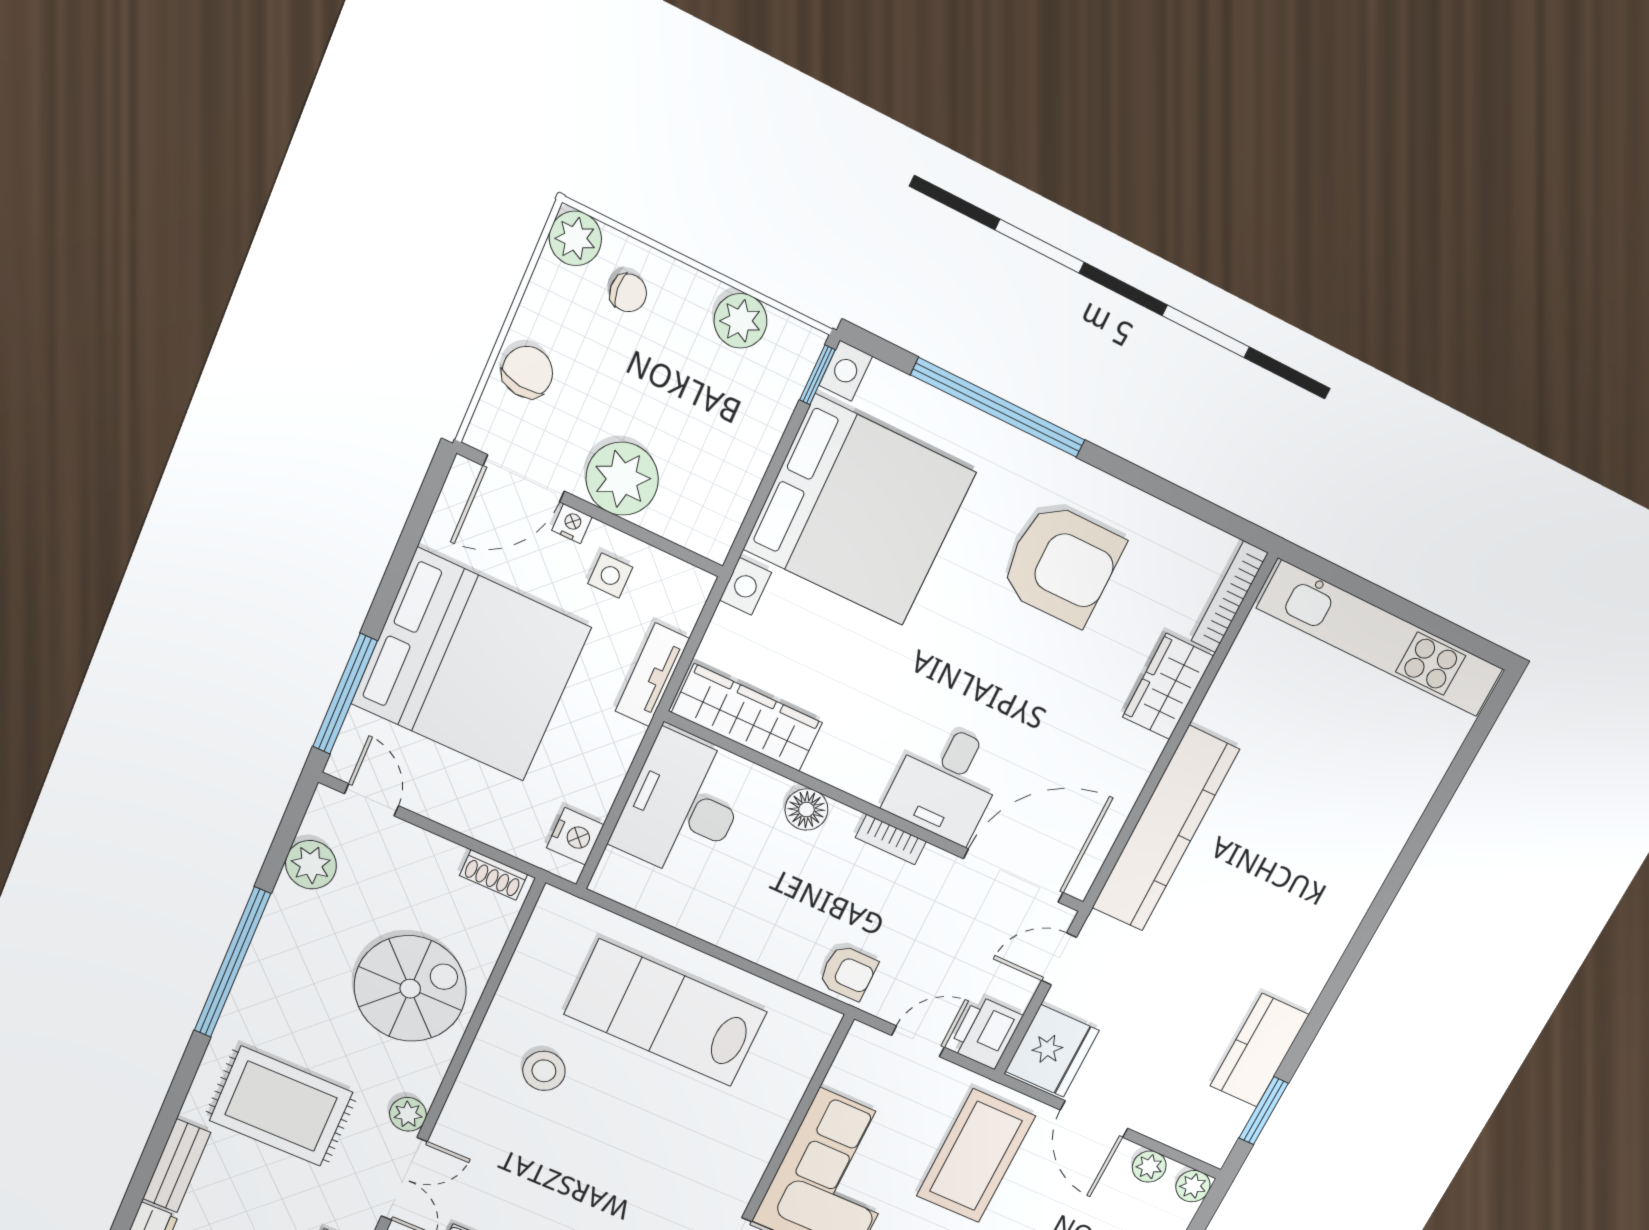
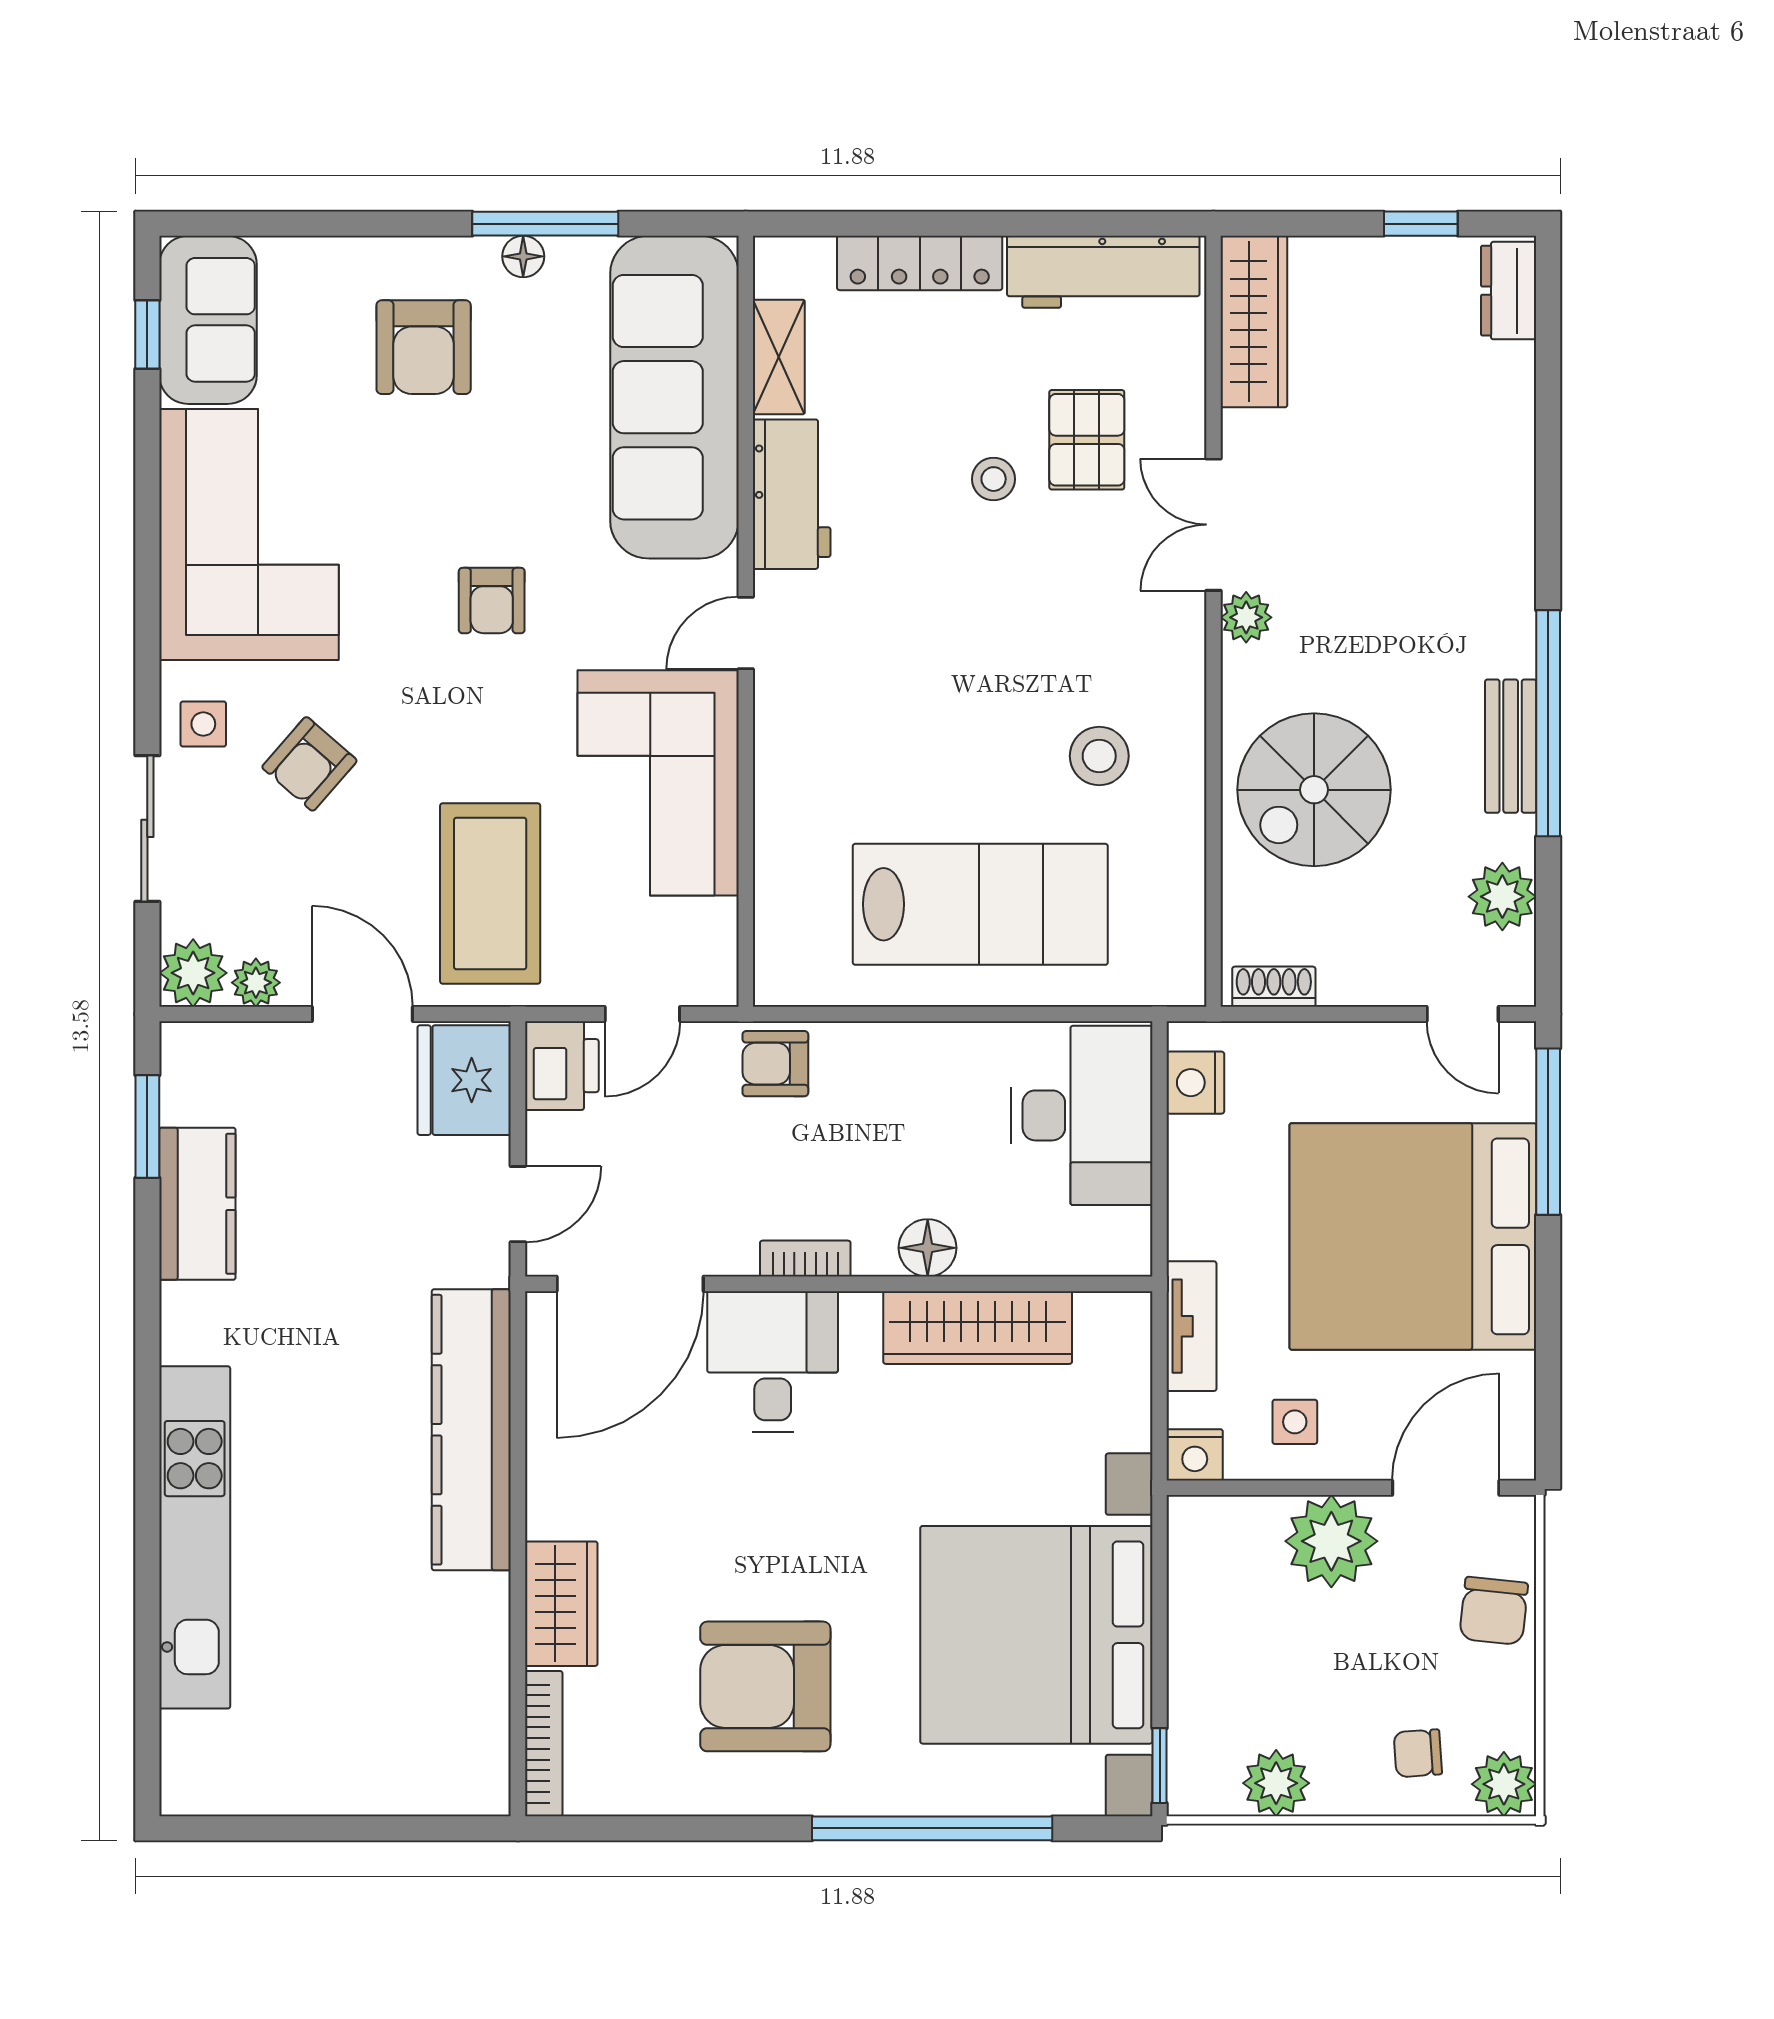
nightstand: (572, 524) -> (1195, 1455), moved, width x1.39, depth x1.35
kitchen unit: (1380, 639) -> (195, 1537), moved, turned 90
wardrobe: (747, 718) -> (978, 1328), moved
desk: (682, 807) -> (1082, 1115), moved
rug: (281, 1106) -> (1411, 555), removed
bench: (177, 1166) -> (1511, 746), moved
plant: (1193, 1186) -> (193, 973), width x1.38, depth x1.38

